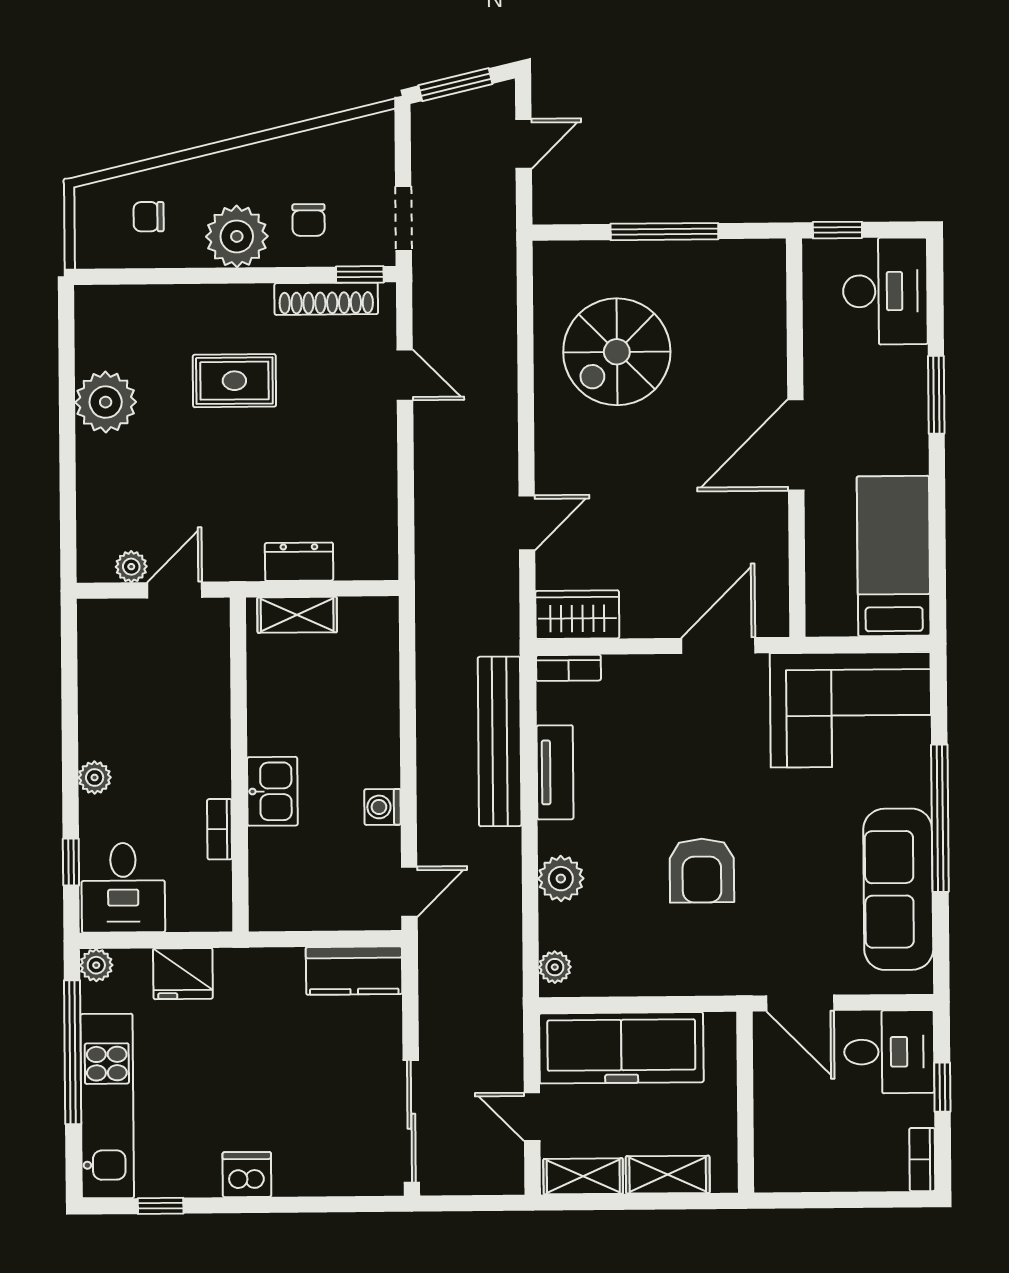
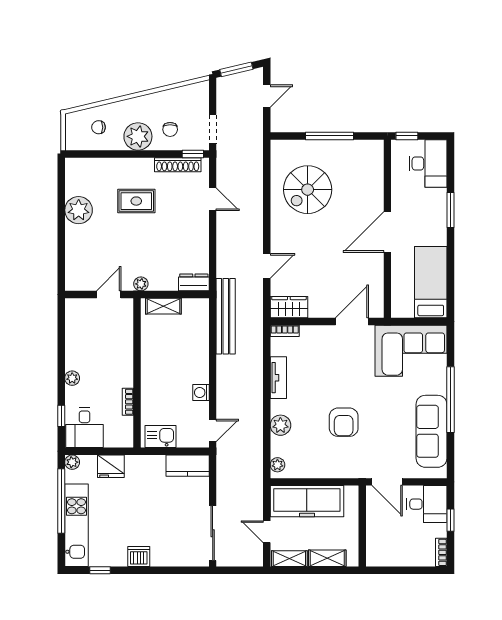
dresser: (299, 562) -> (194, 282), moved
plant: (131, 567) -> (141, 284), moved
bench: (500, 741) -> (226, 316), moved
kitchen sink: (272, 791) -> (160, 436), moved, turned -90

